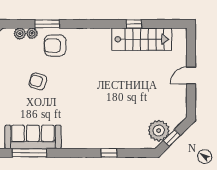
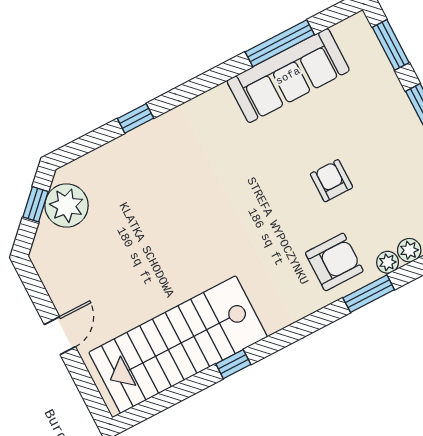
window: (134, 24) -> (233, 364), moved
stairs: (142, 39) -> (178, 345), width x1.36, depth x1.51
armchair: (38, 81) -> (331, 181), turned -107

